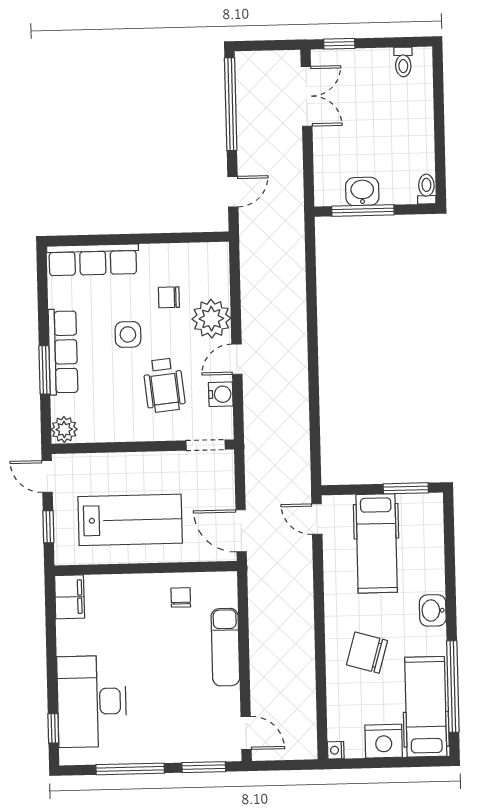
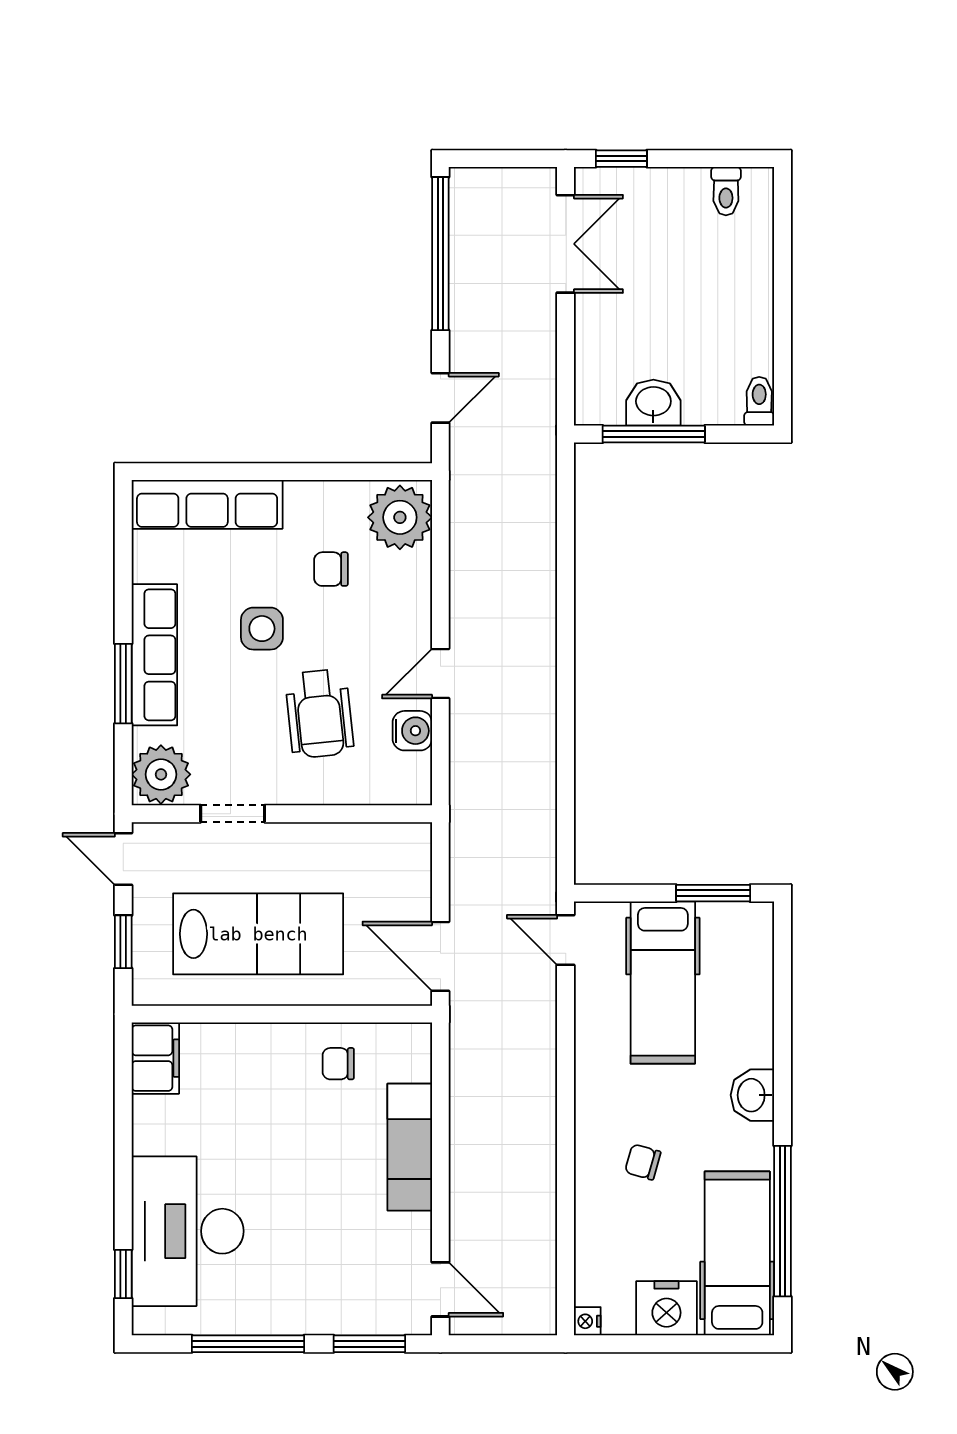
plant: (211, 319) -> (400, 517), moved
plant: (64, 429) -> (161, 774), width x1.36, depth x1.36
doorway: (206, 445) -> (233, 814), moved
chair: (181, 597) -> (338, 1064), turned -90
chair: (367, 653) -> (643, 1162), width x0.54, depth x0.54

